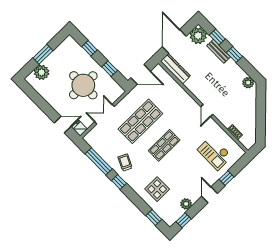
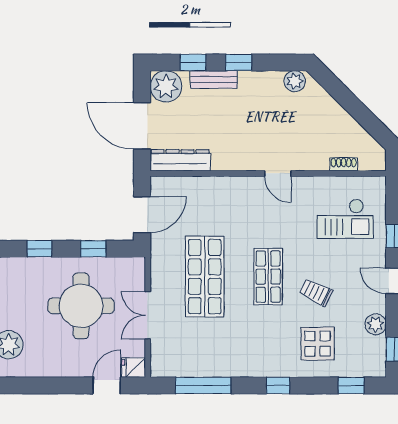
trolley: (125, 162) -> (316, 292), moved
window: (119, 182) -> (278, 385), moved

